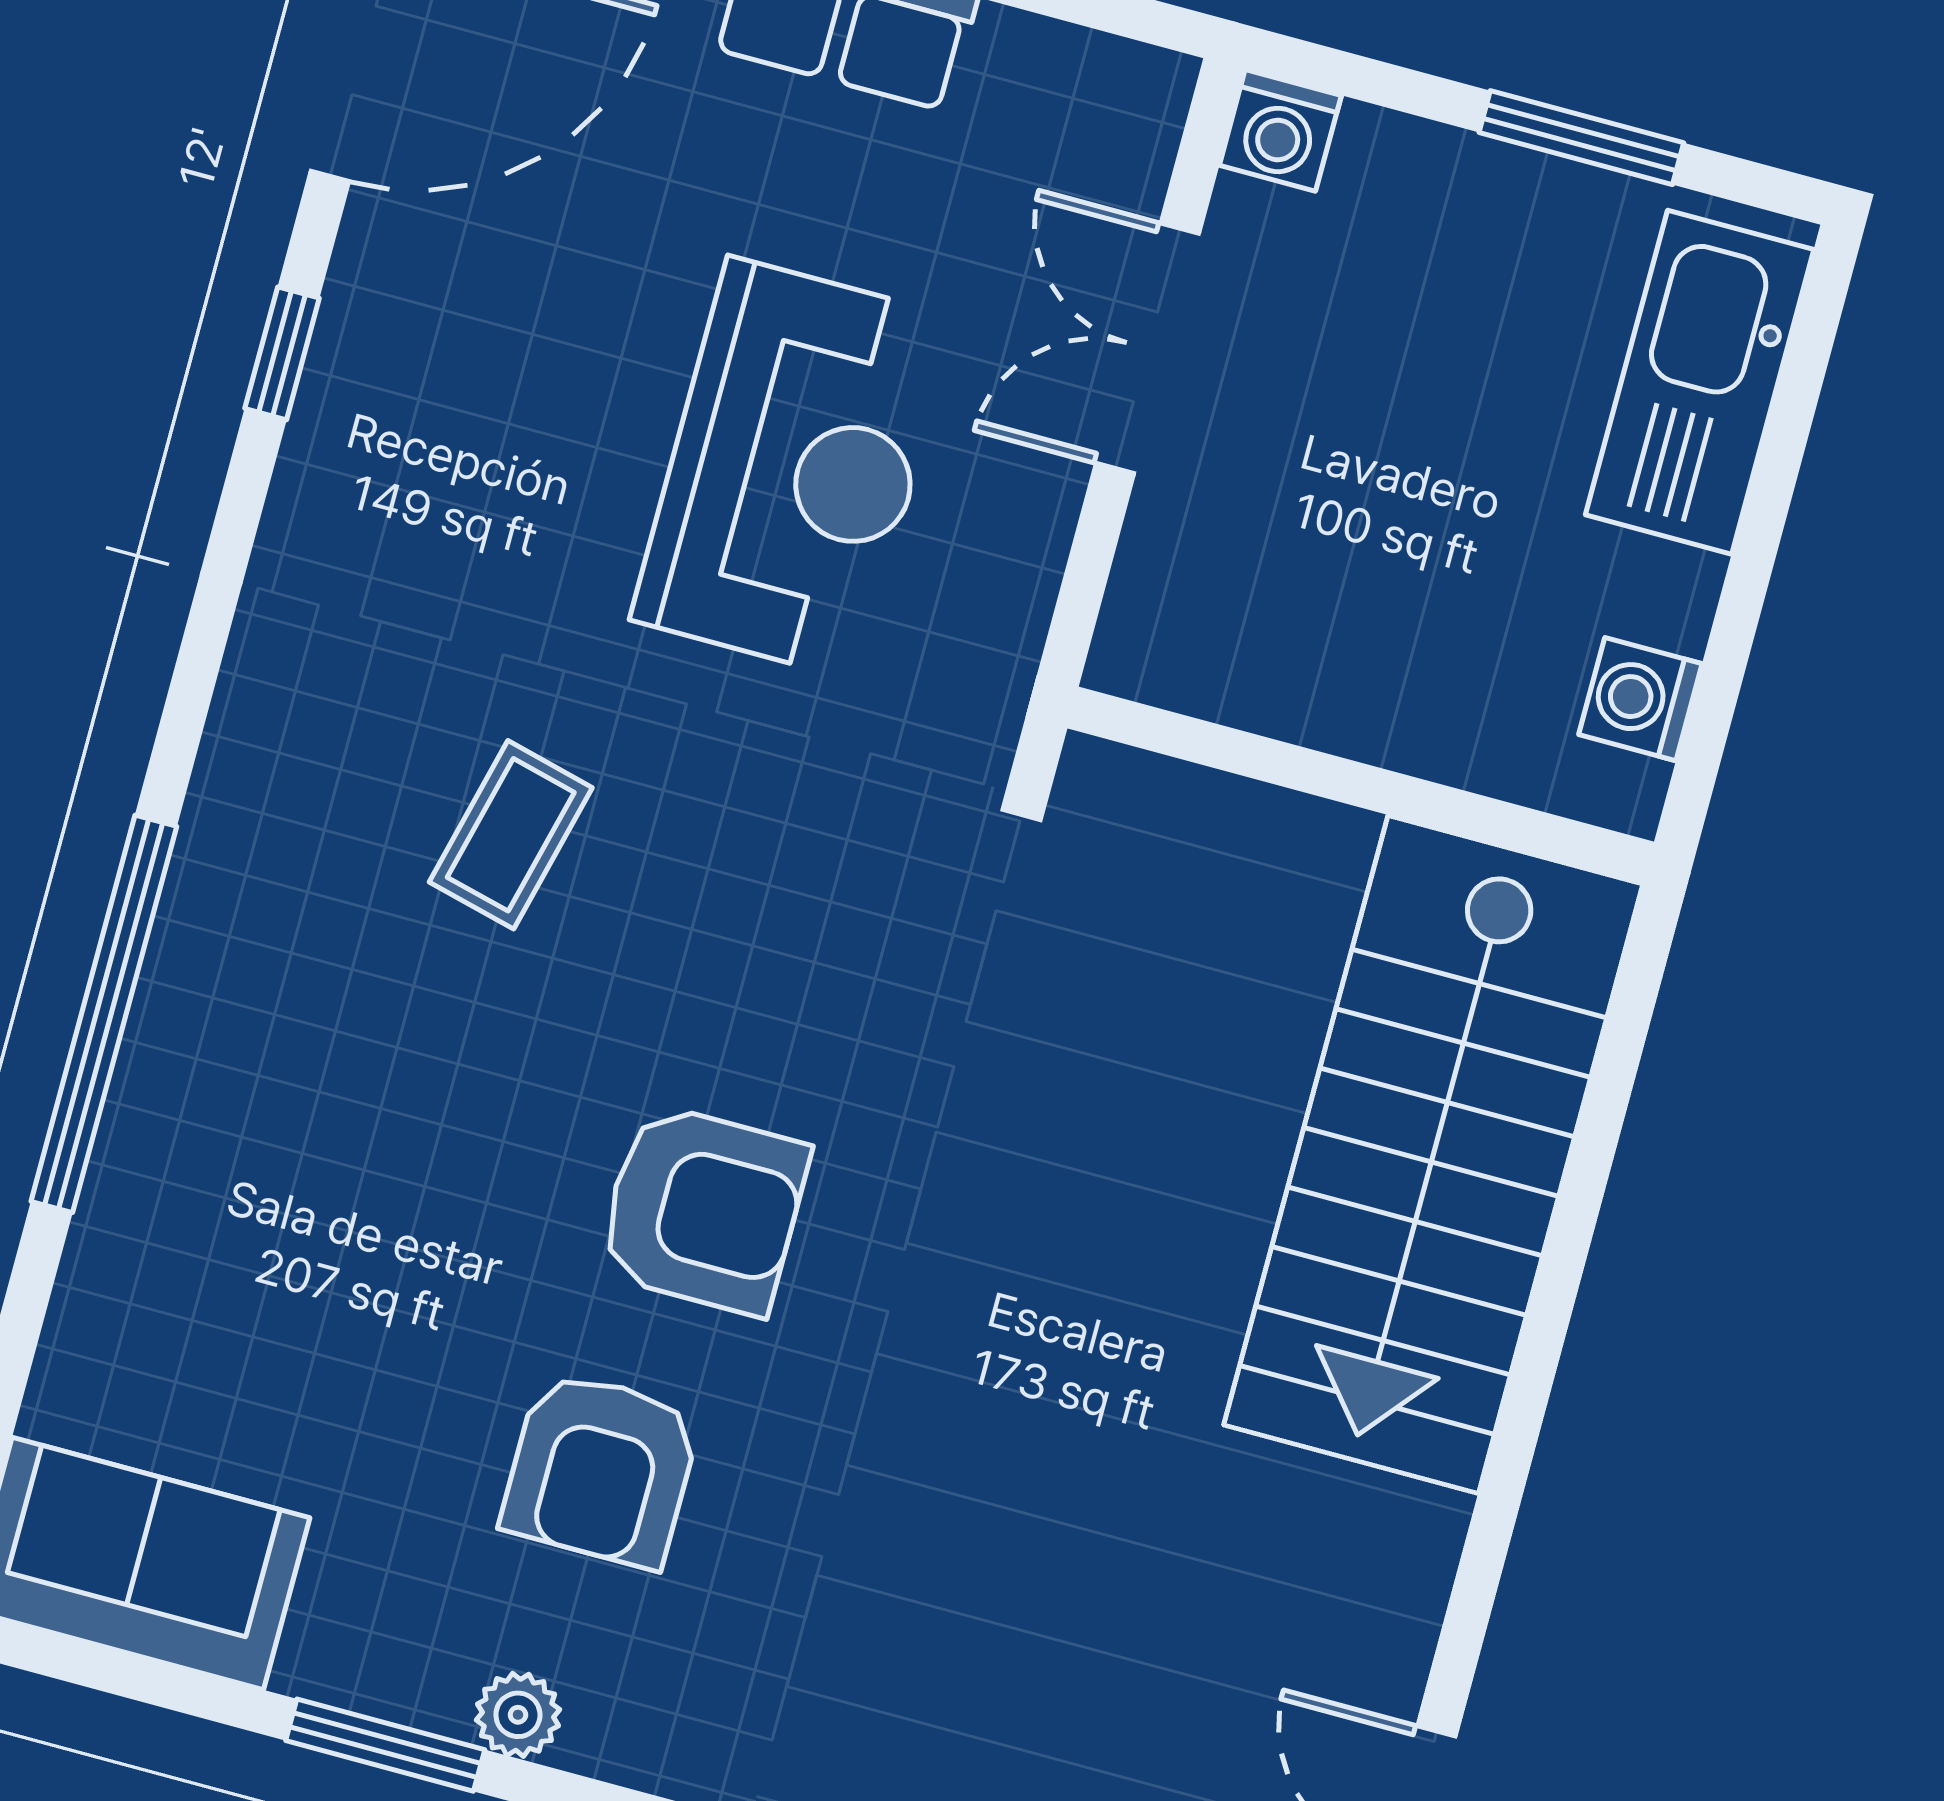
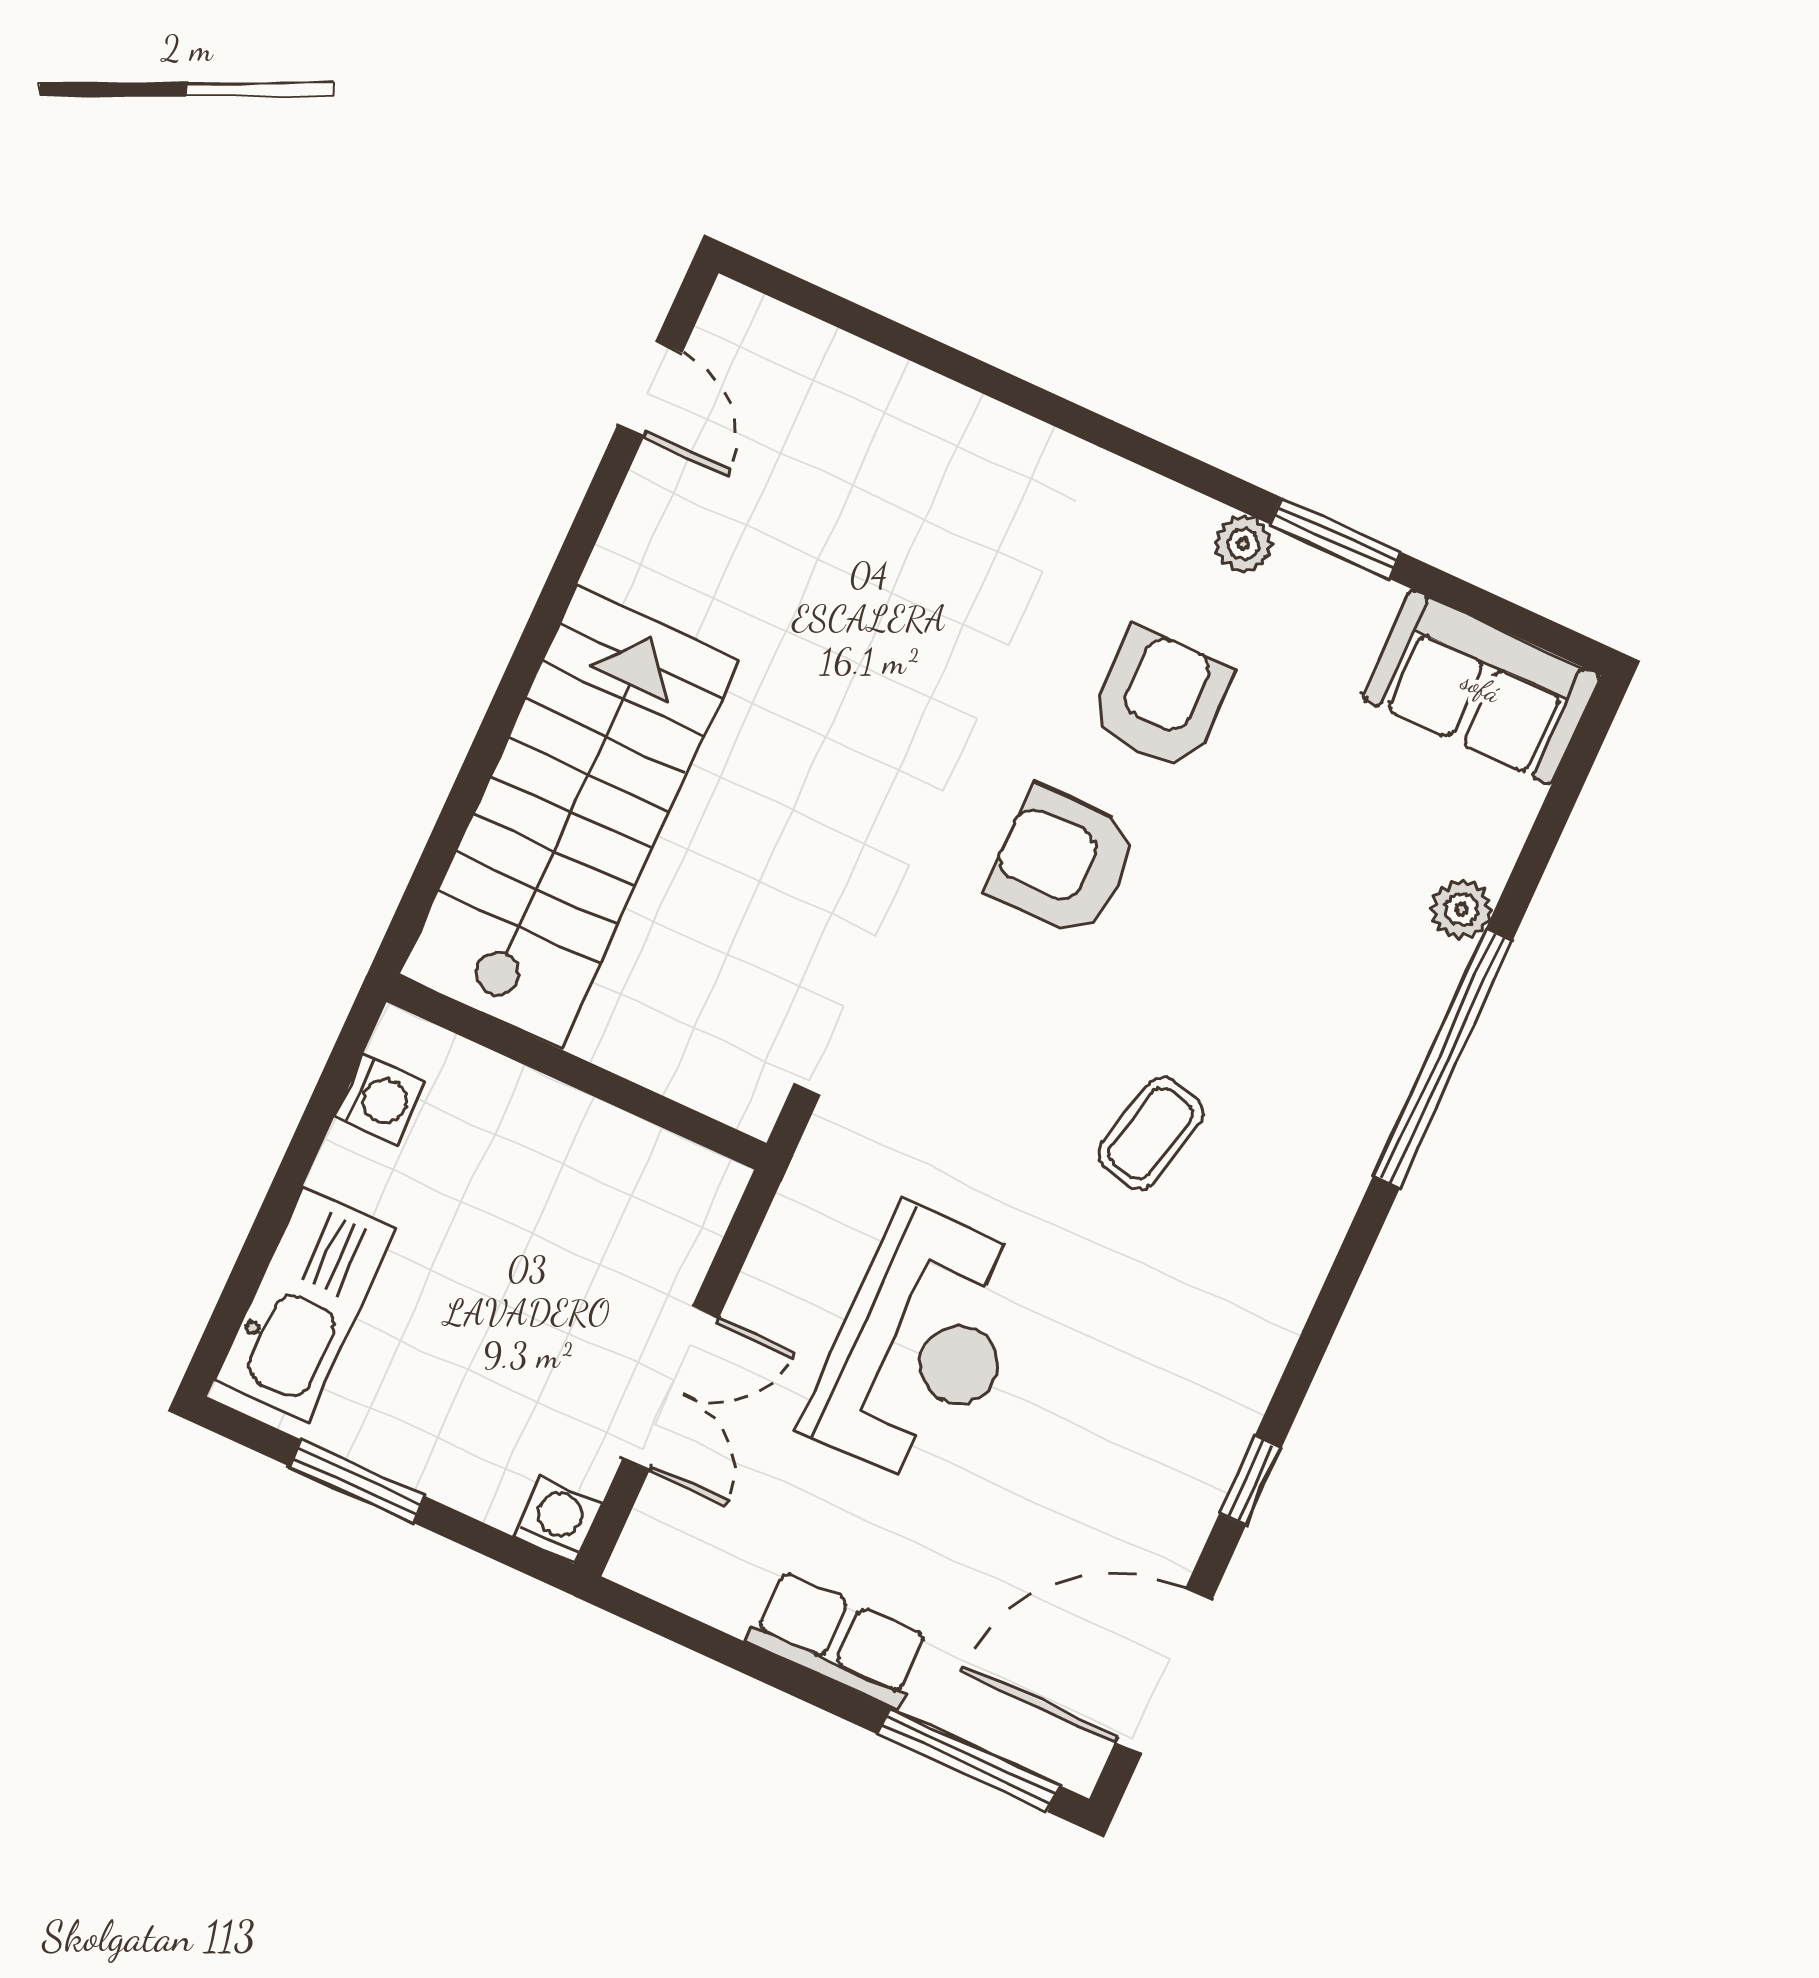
reception desk: (793, 468) -> (921, 1347), turned 180
plant: (113, 1235) -> (1461, 910), added

